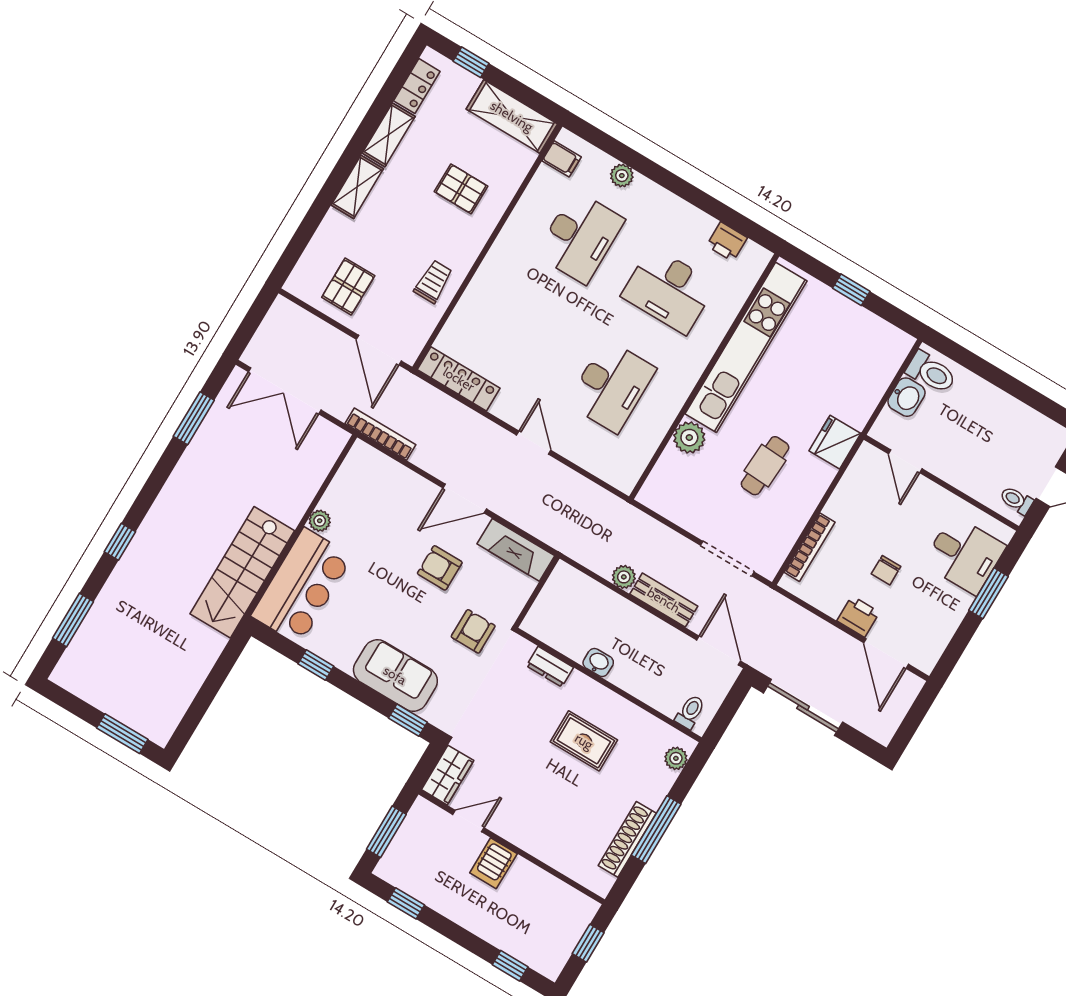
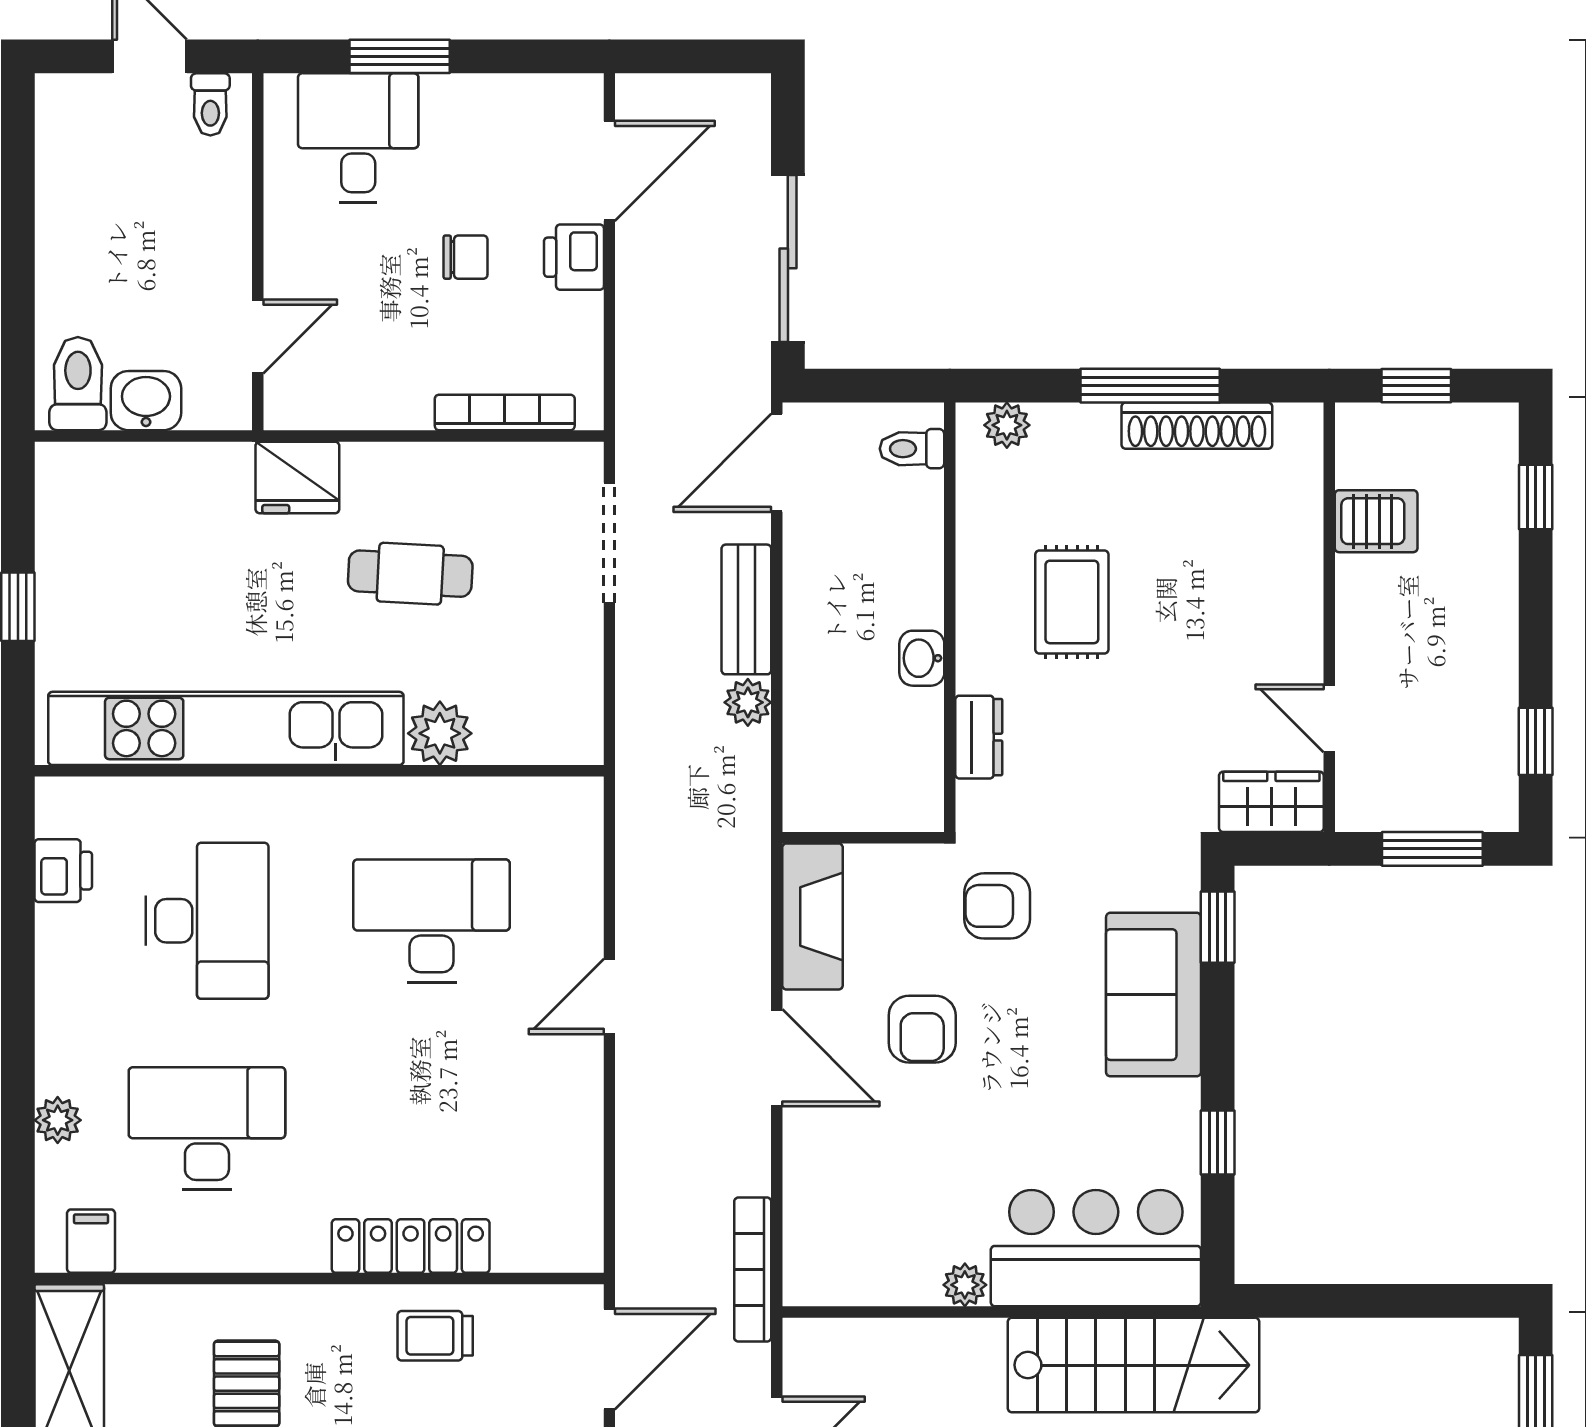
locker: (459, 379) -> (411, 1246), moved, turned 90
server rack: (493, 863) -> (1376, 521), moved

